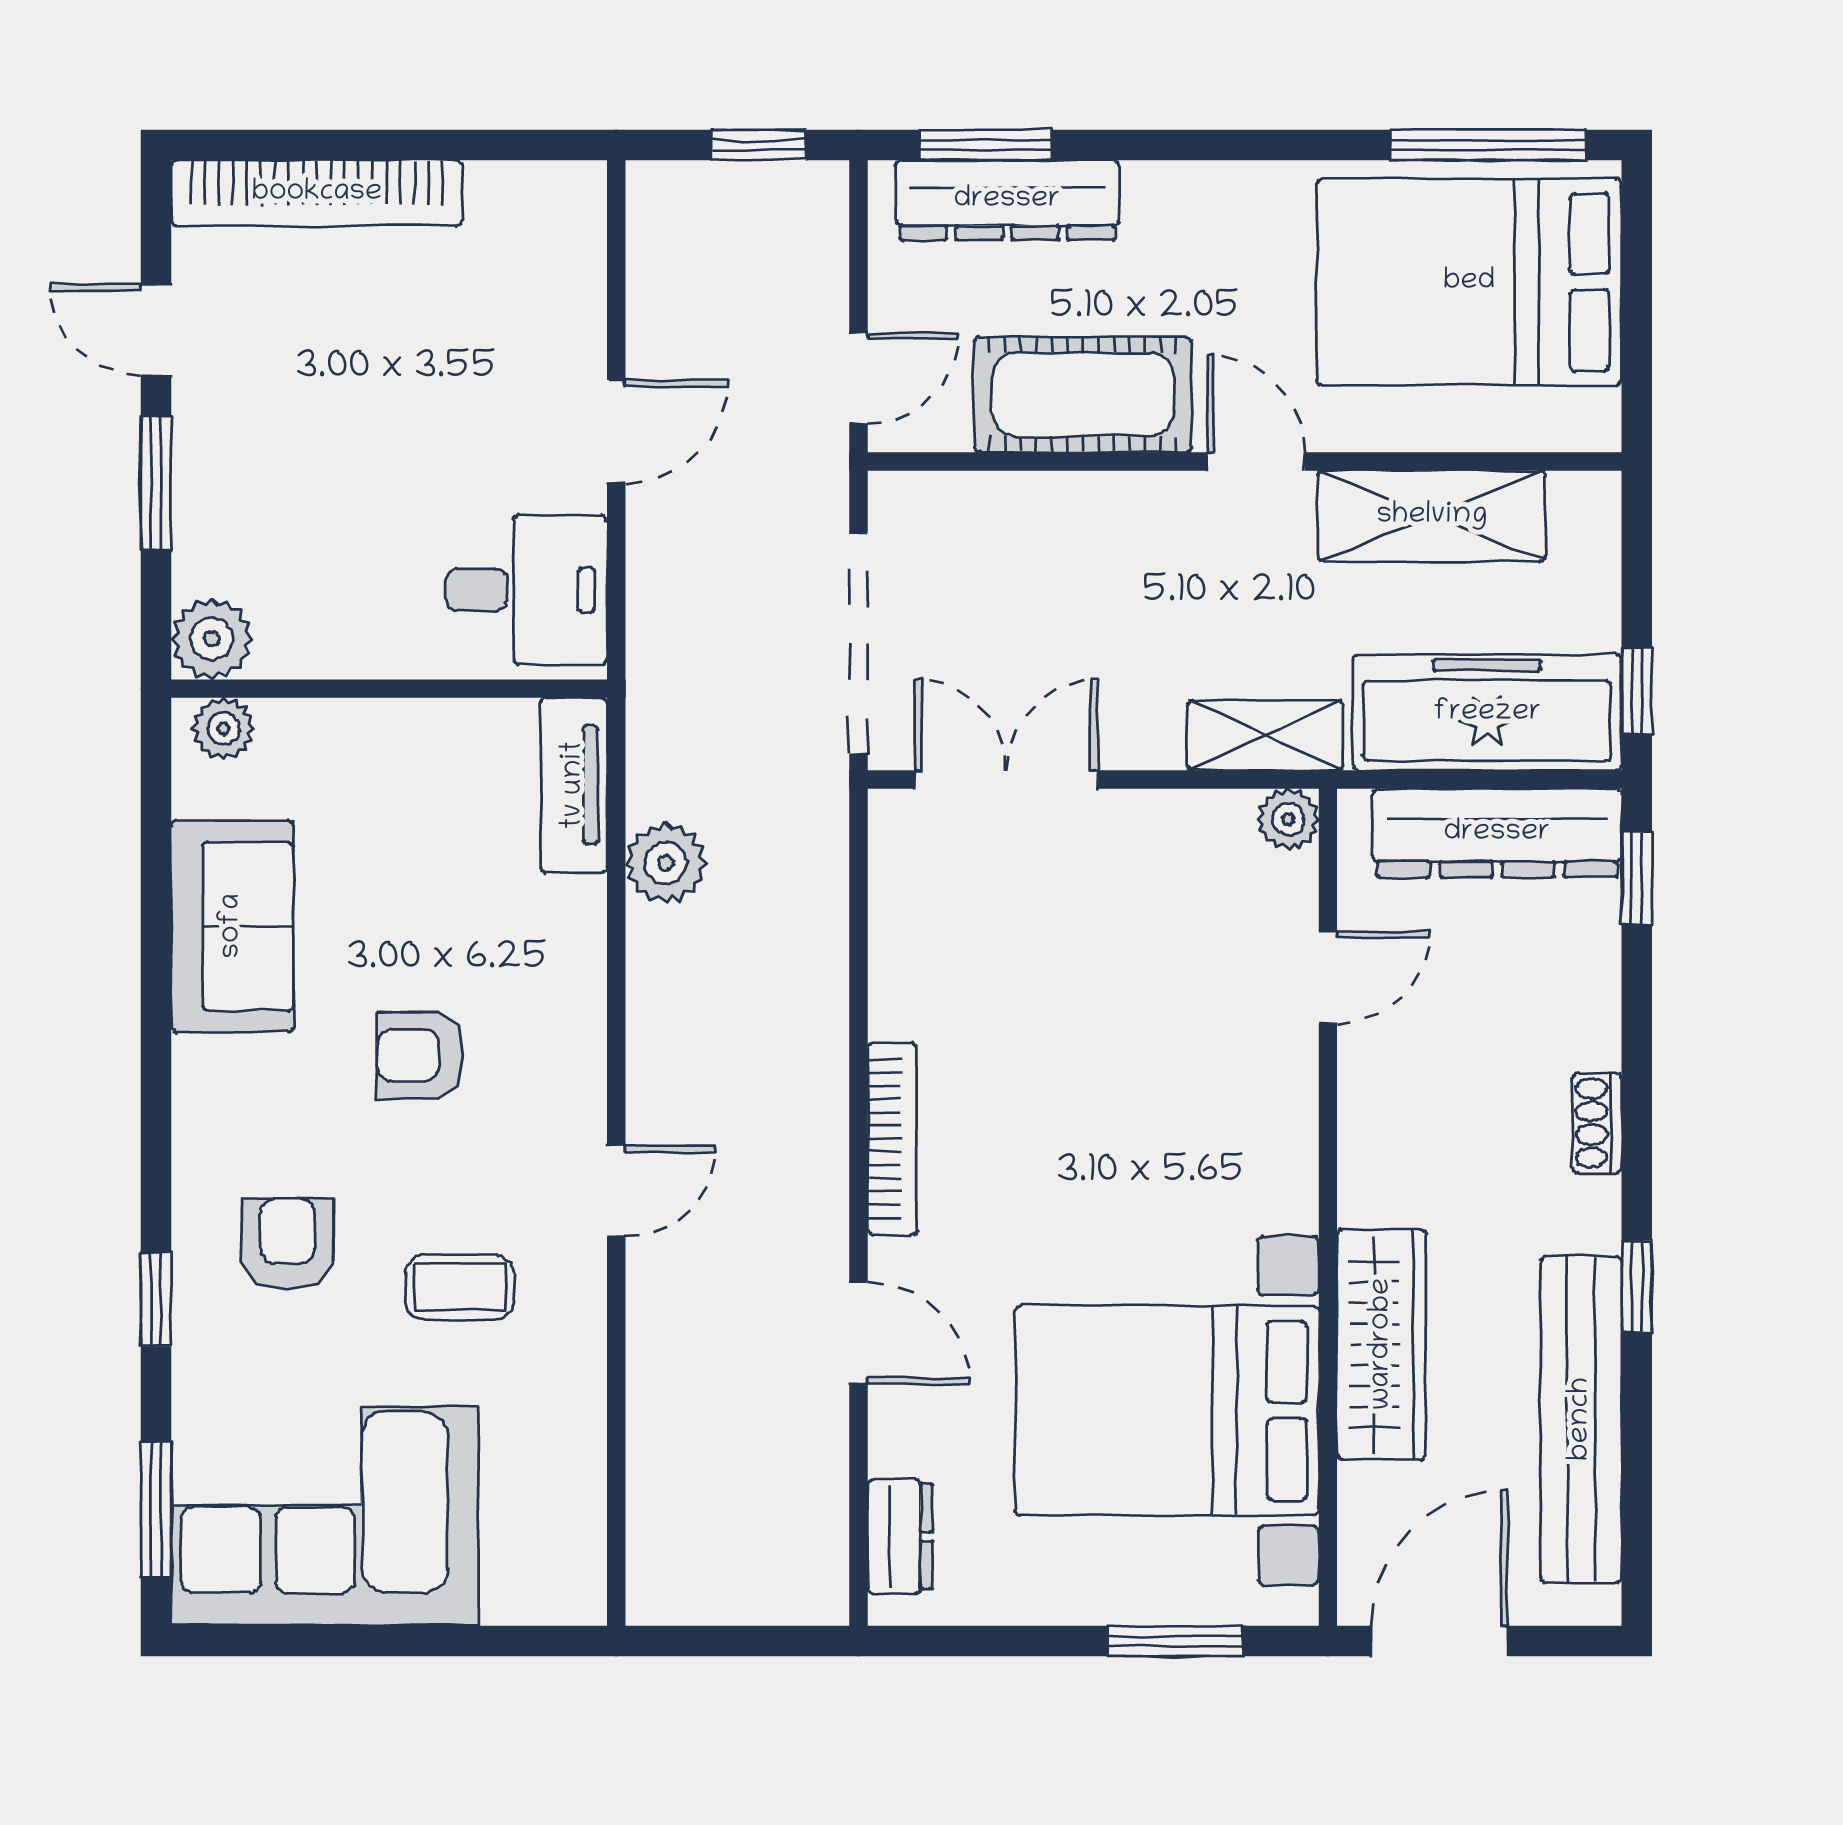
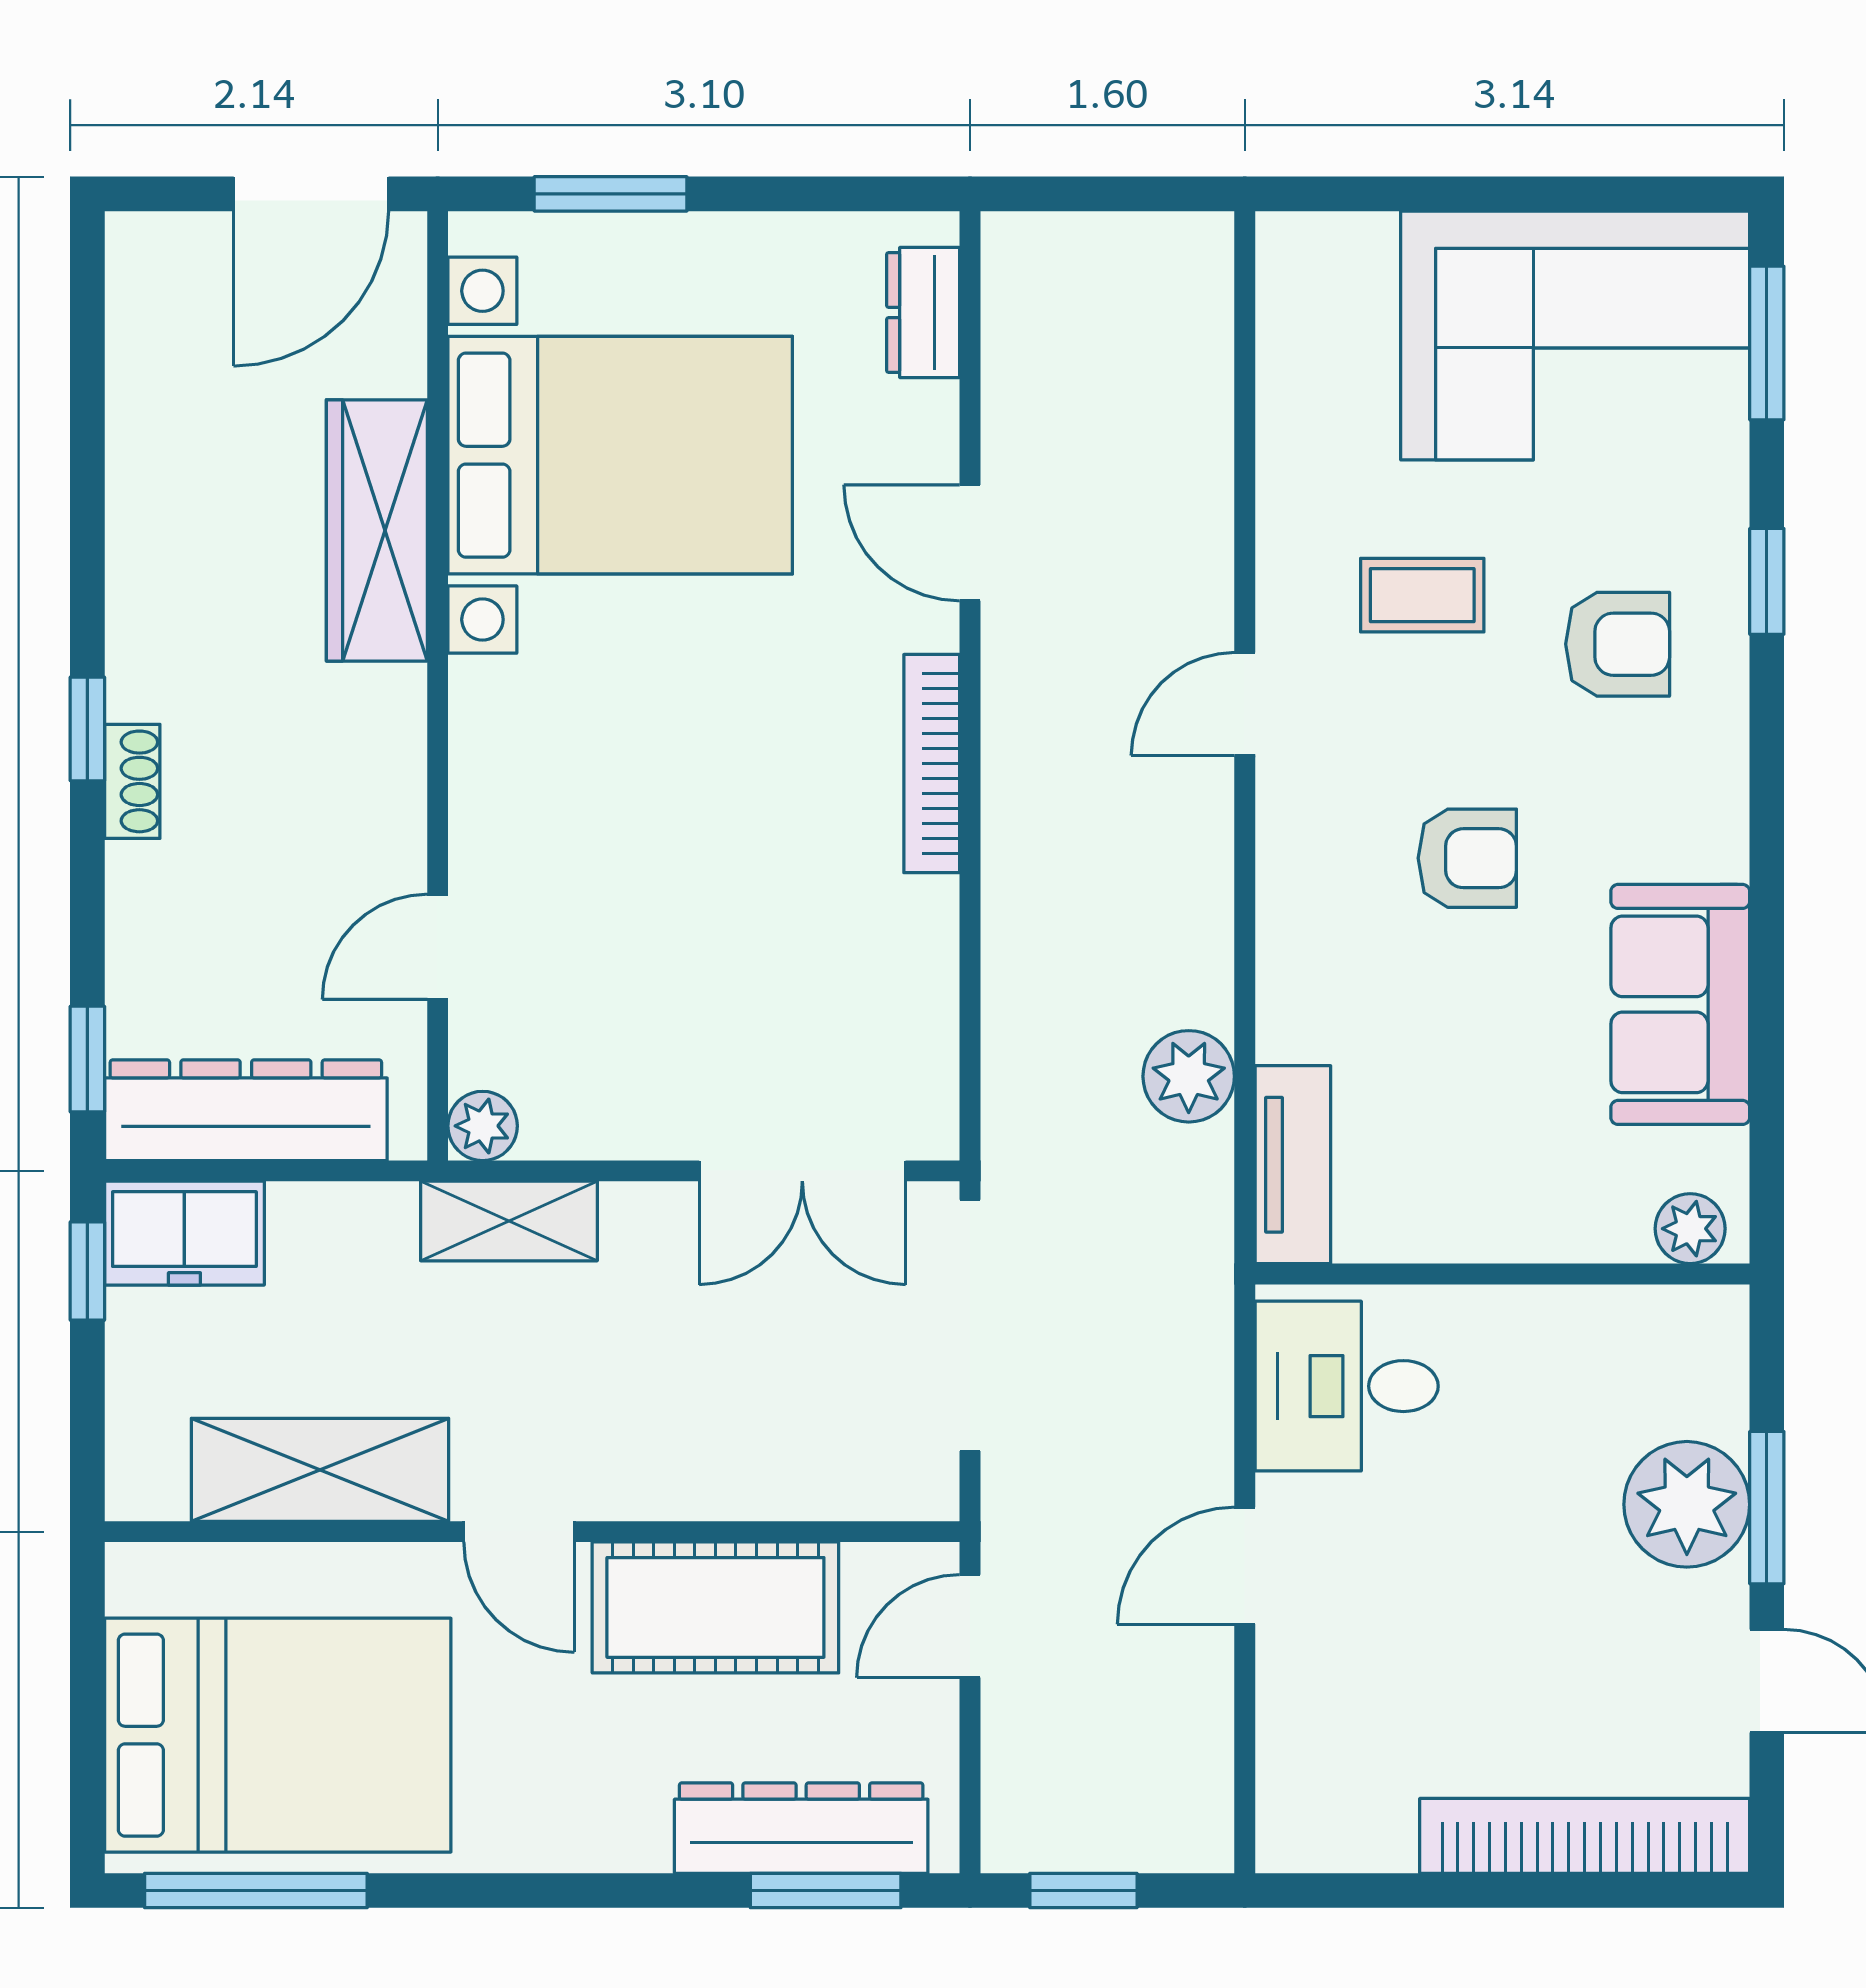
plant: (212, 639) -> (1687, 1504), moved, width x1.36, depth x1.36
freezer: (1487, 713) -> (184, 1233), width x0.52, depth x0.79
armchair: (287, 1244) -> (1618, 644), turned -90
window: (1637, 1287) -> (87, 729), moved
bench: (1581, 1419) -> (151, 445), removed

